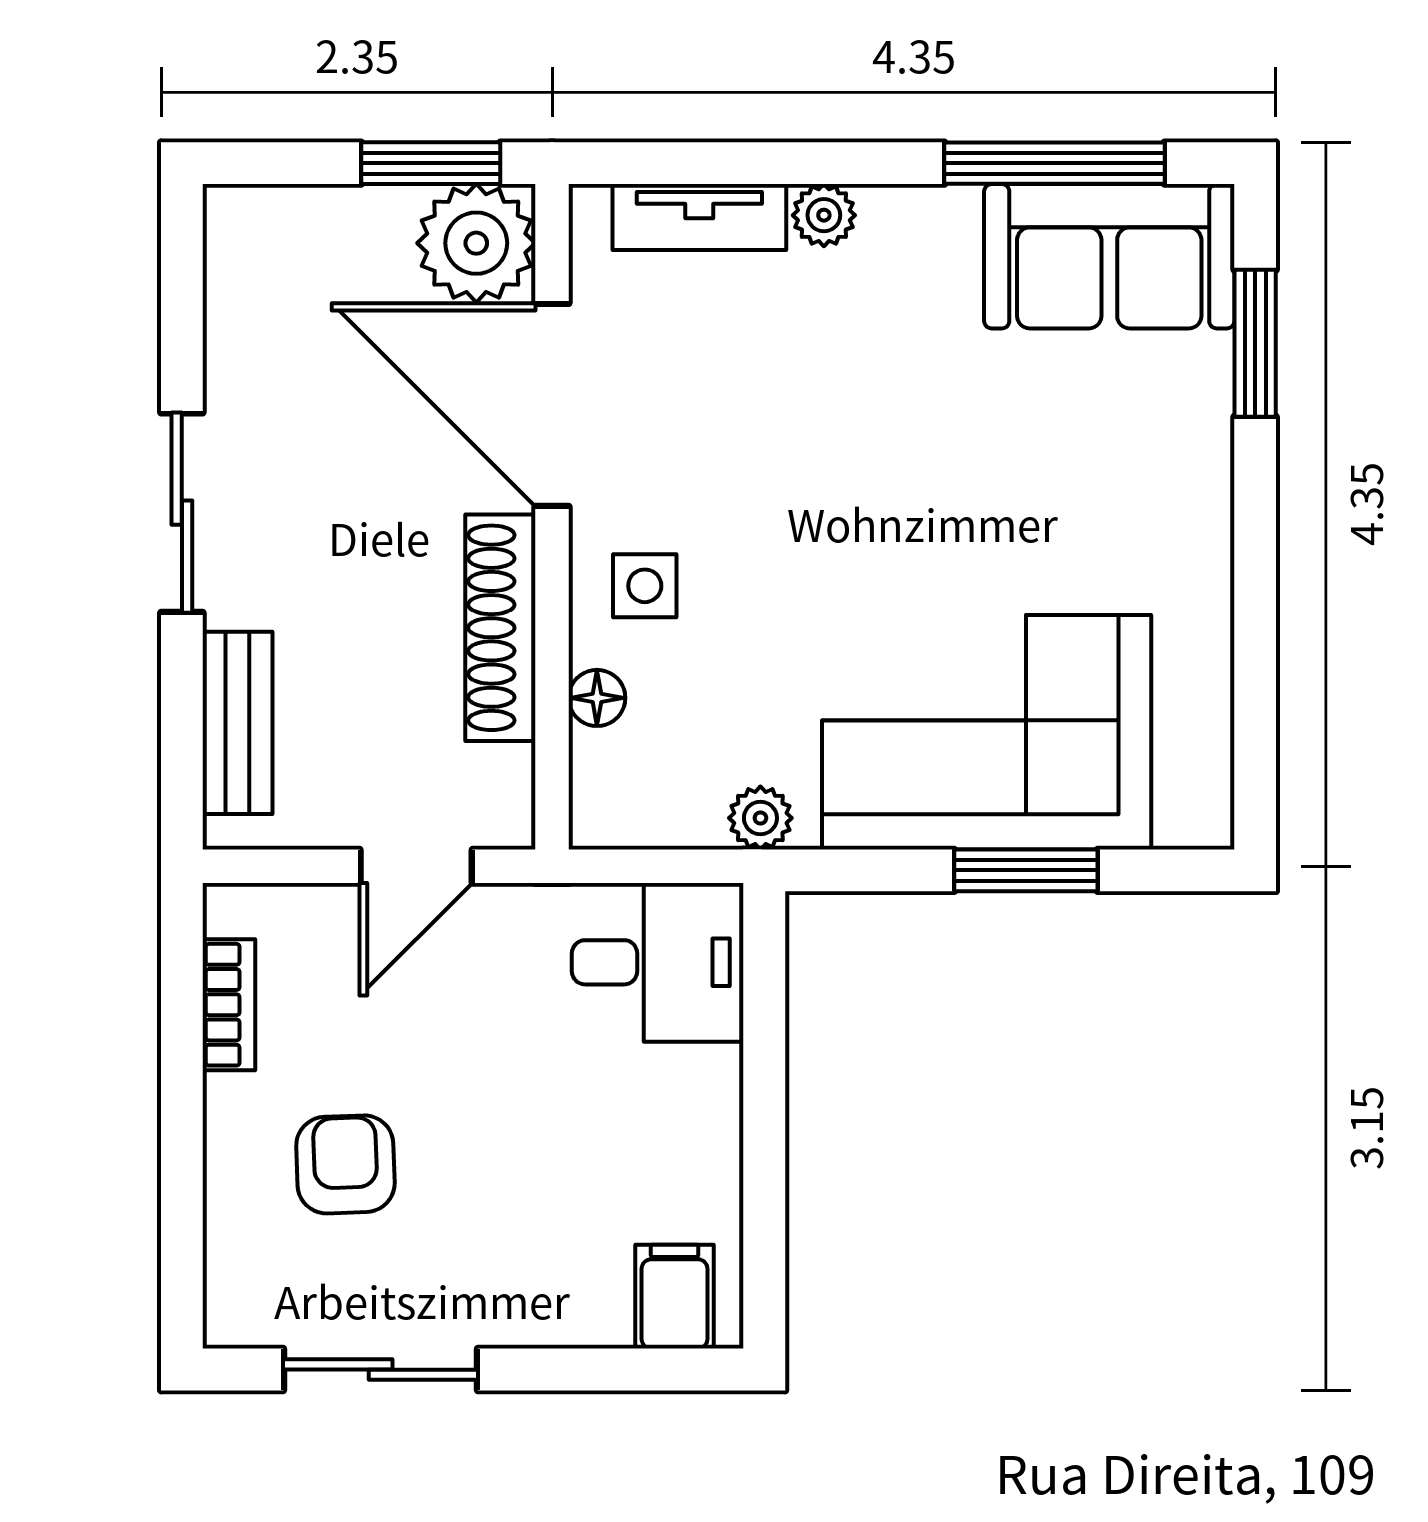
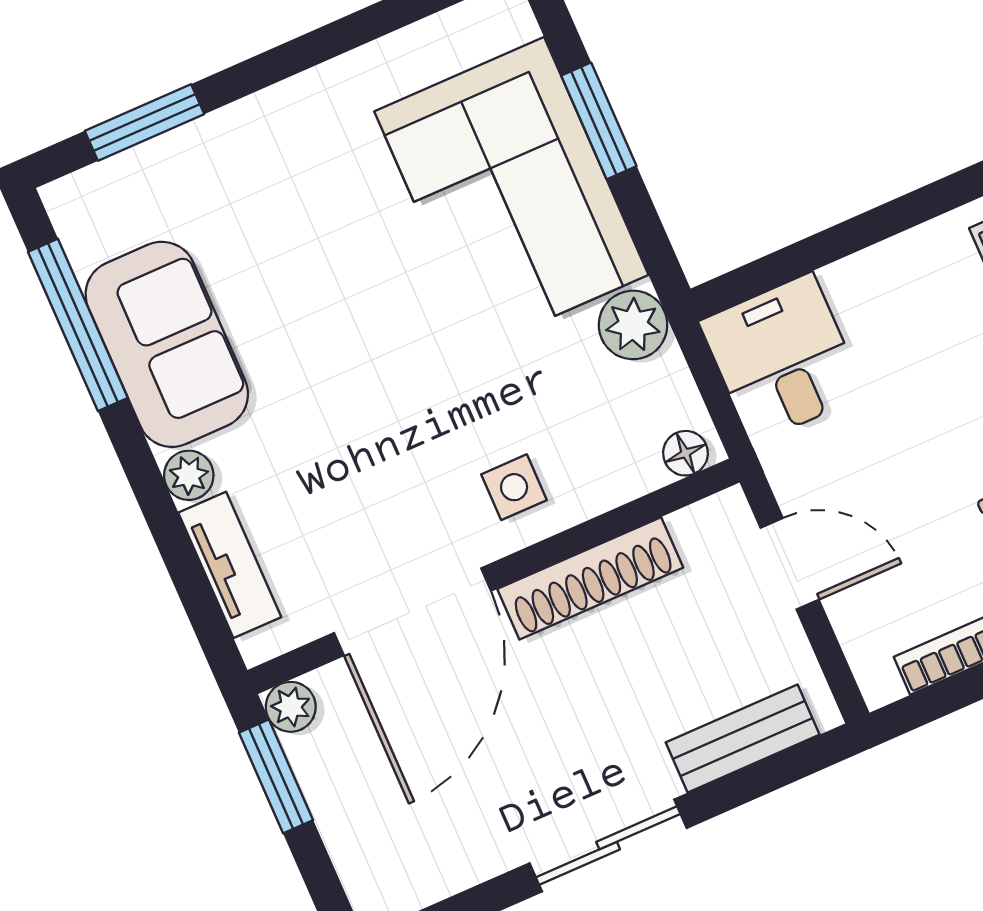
plant: (476, 243) -> (291, 707), width x0.53, depth x0.53
sofa: (1109, 256) -> (167, 344), moved
floor lamp: (597, 698) -> (685, 453), moved
plant: (760, 818) -> (633, 325), width x1.38, depth x1.38

